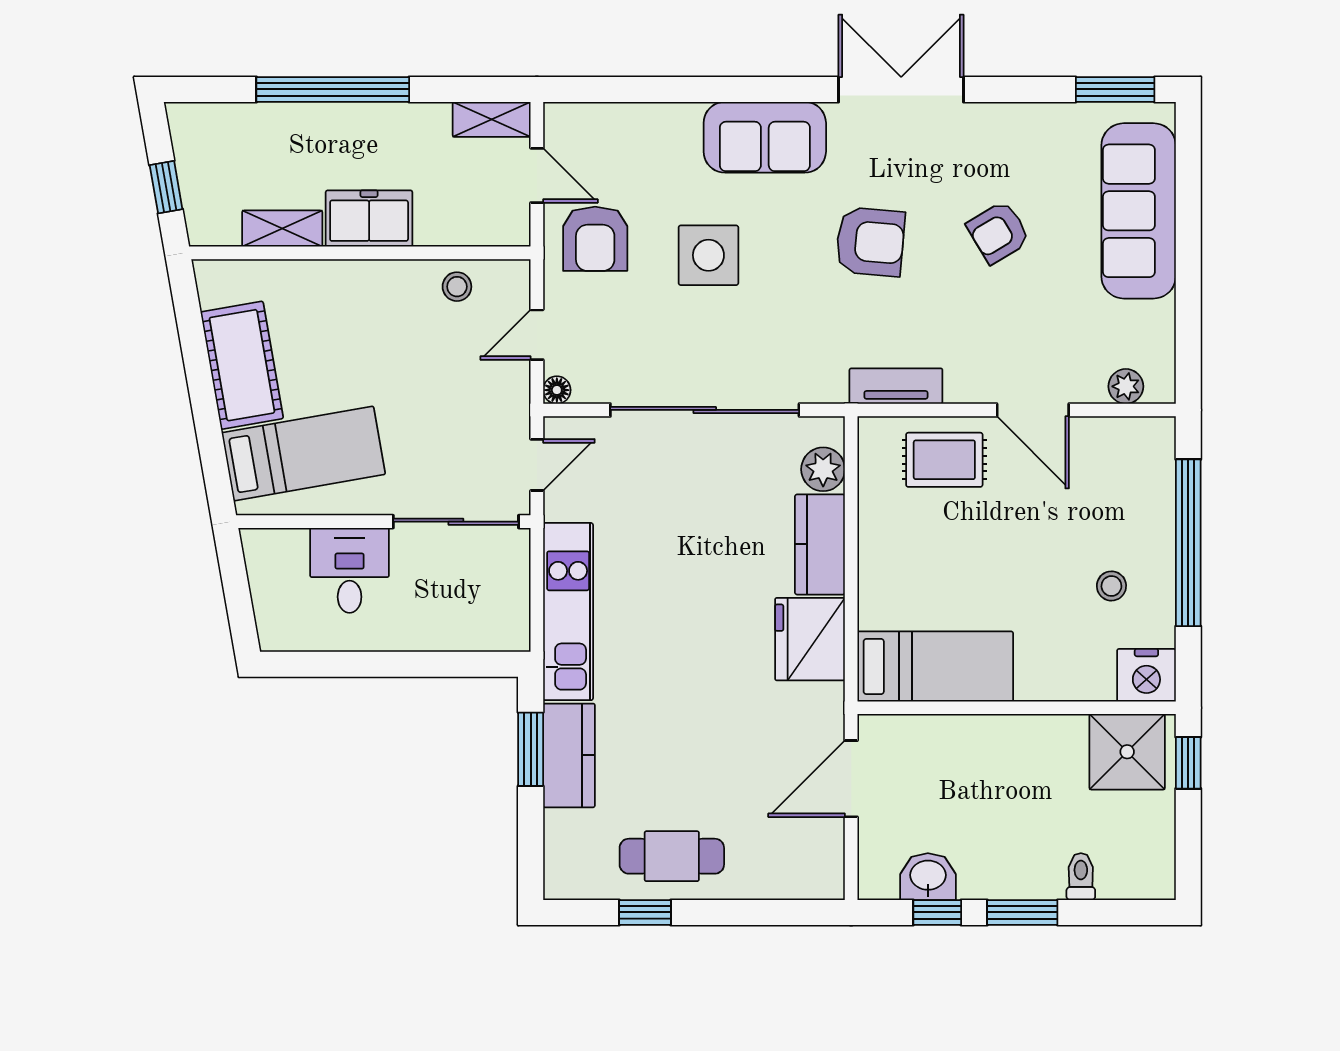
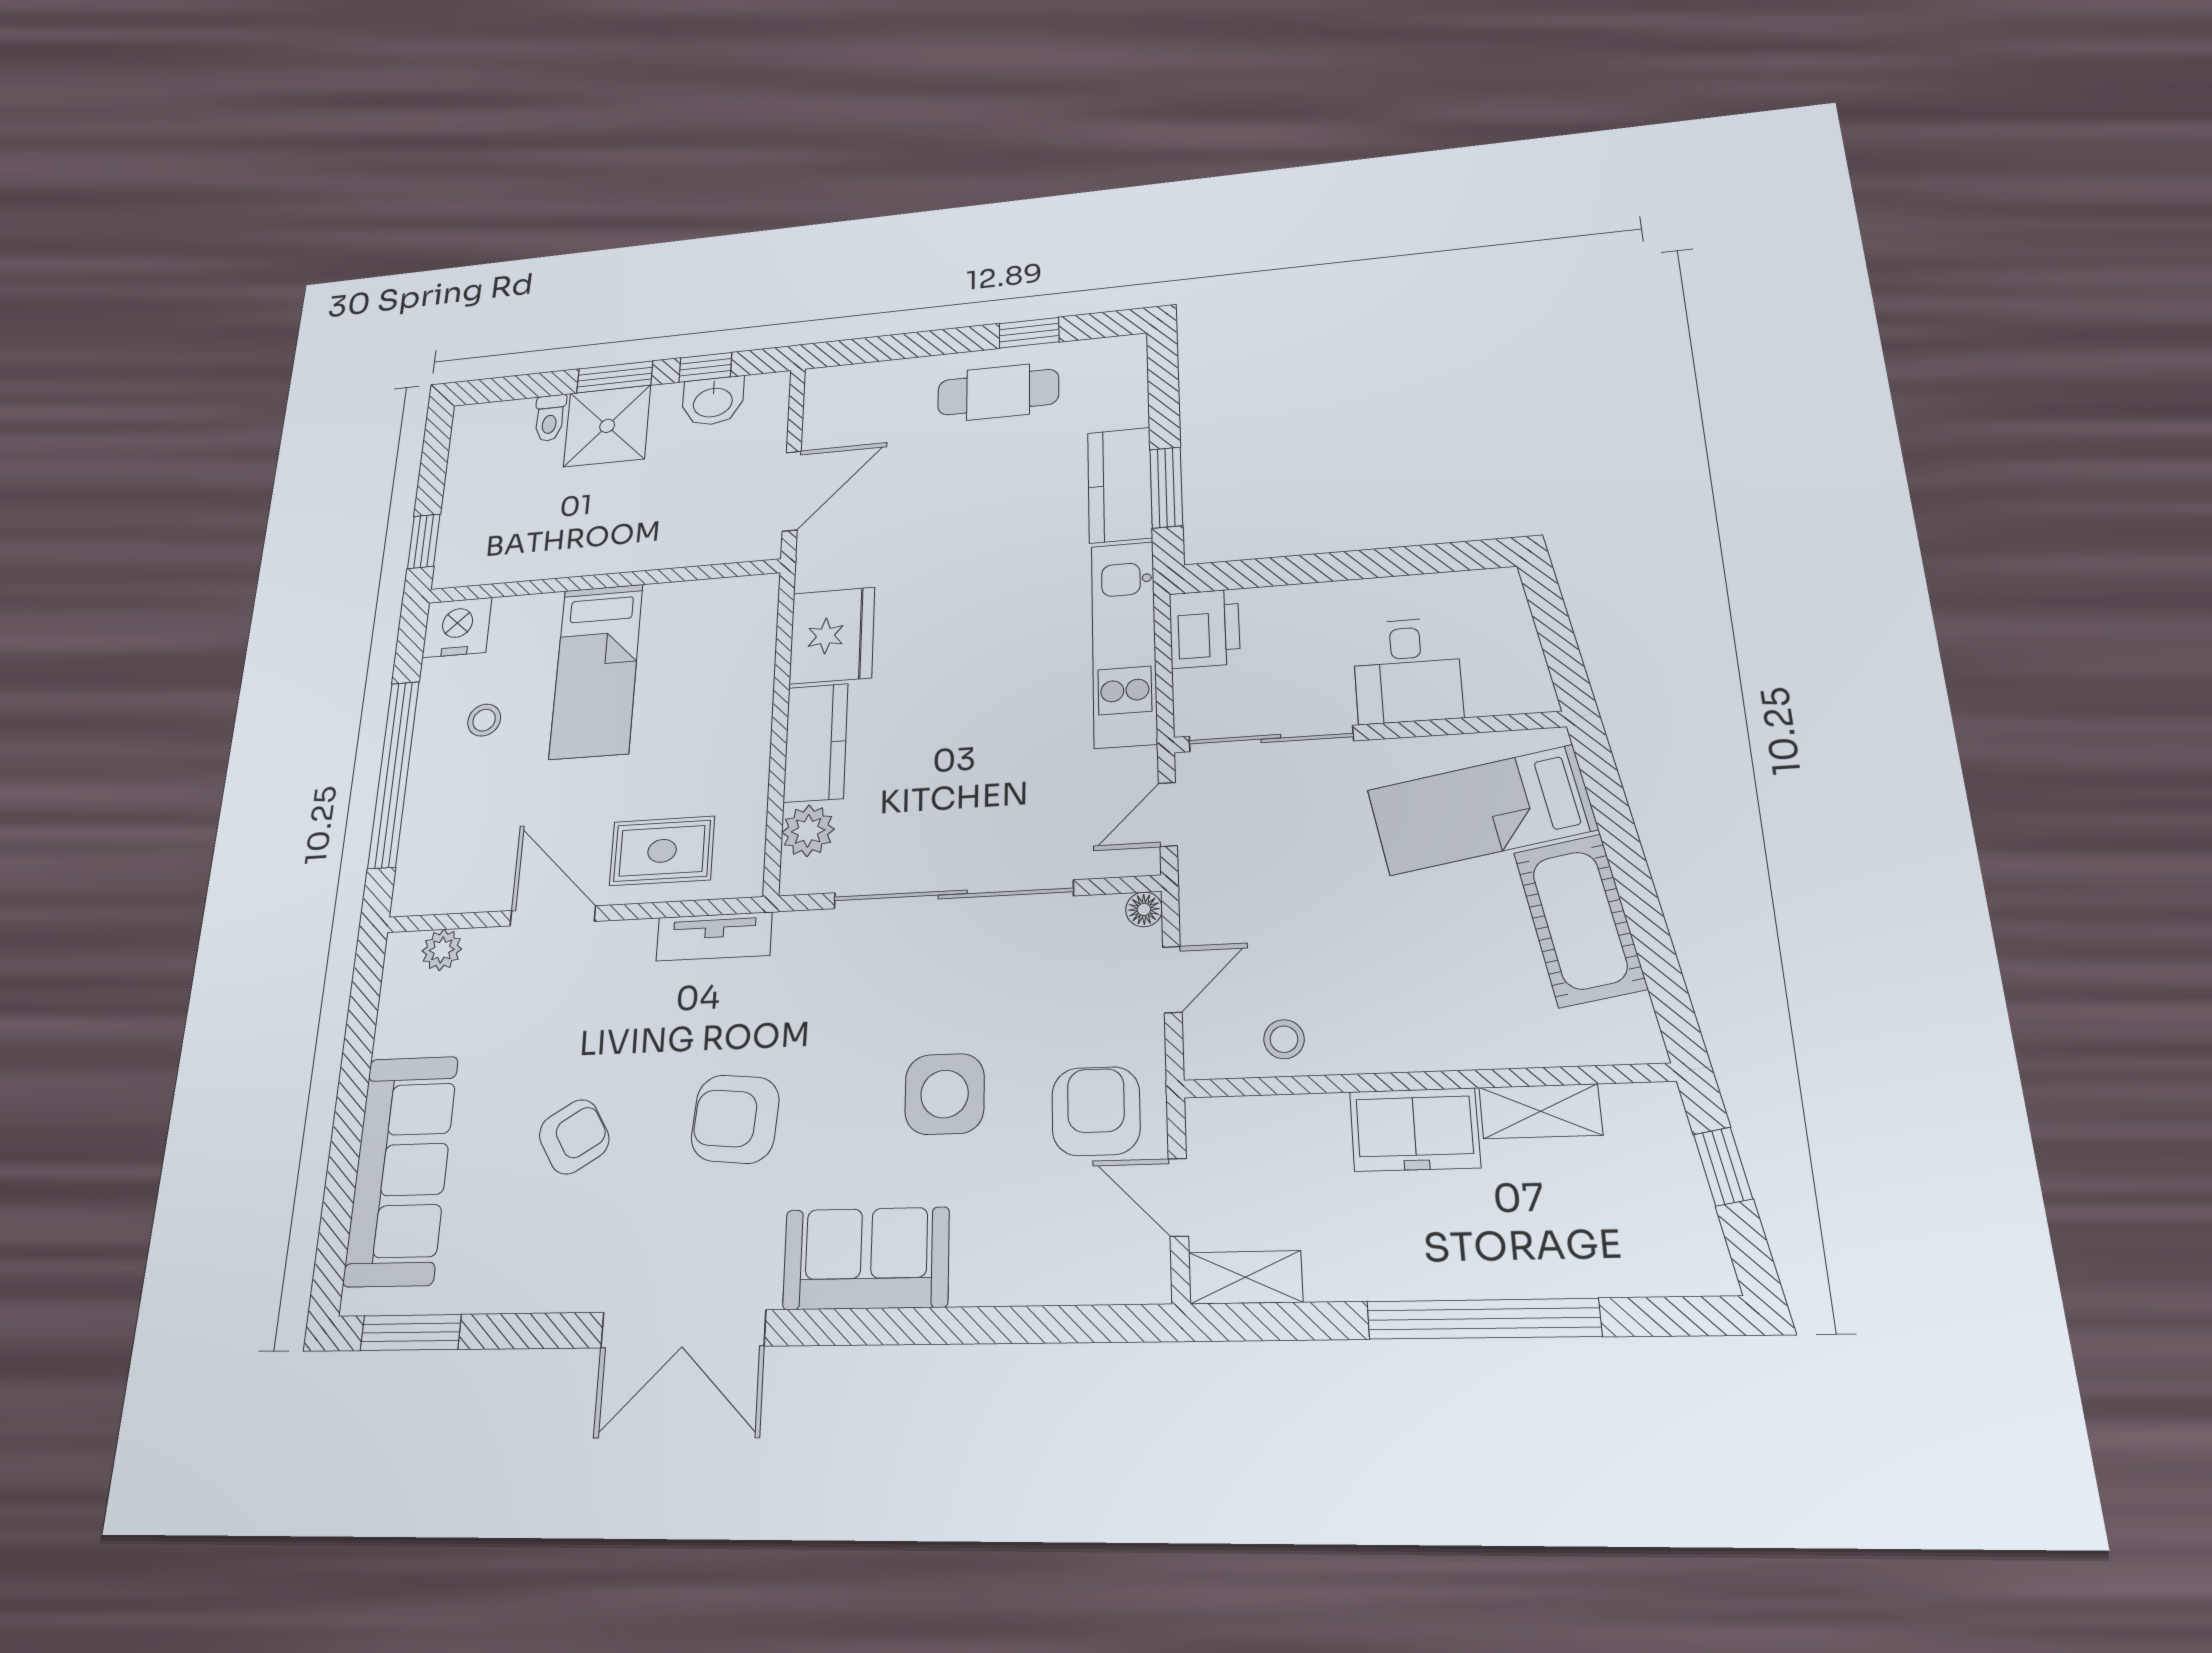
printer: (504, 619) -> (1205, 629), added
bed: (935, 666) -> (596, 671), moved, turned -90
shower: (1127, 752) -> (607, 426), moved

